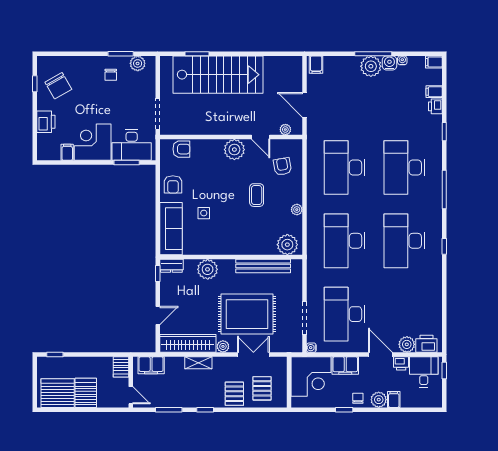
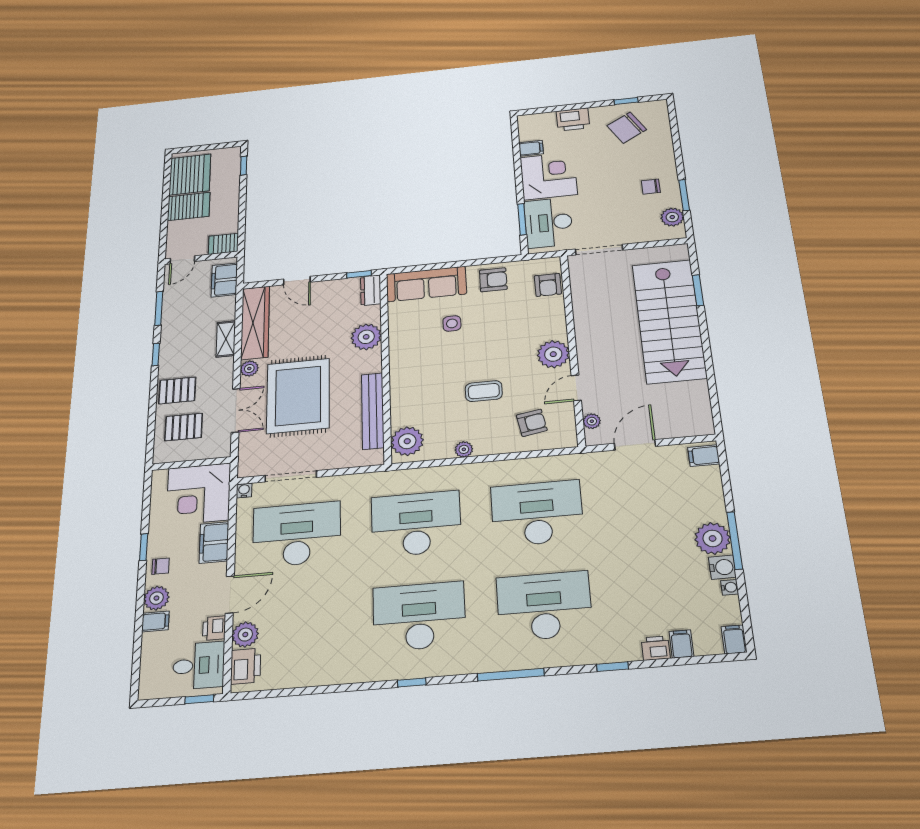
armchair: (173, 184) -> (493, 280), turned 180

